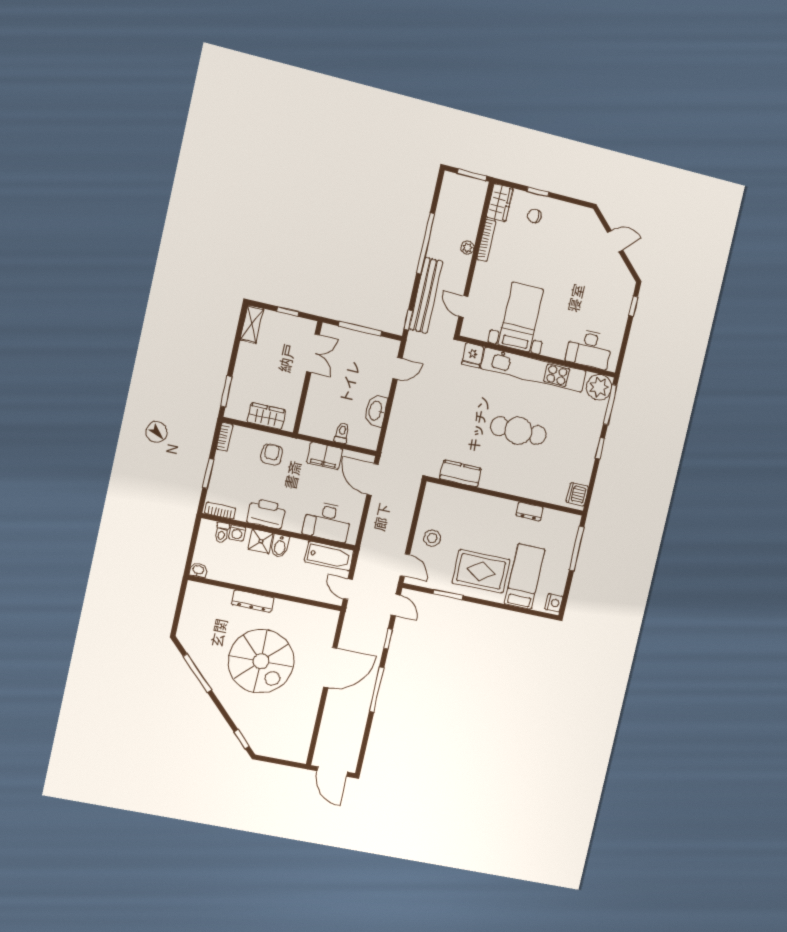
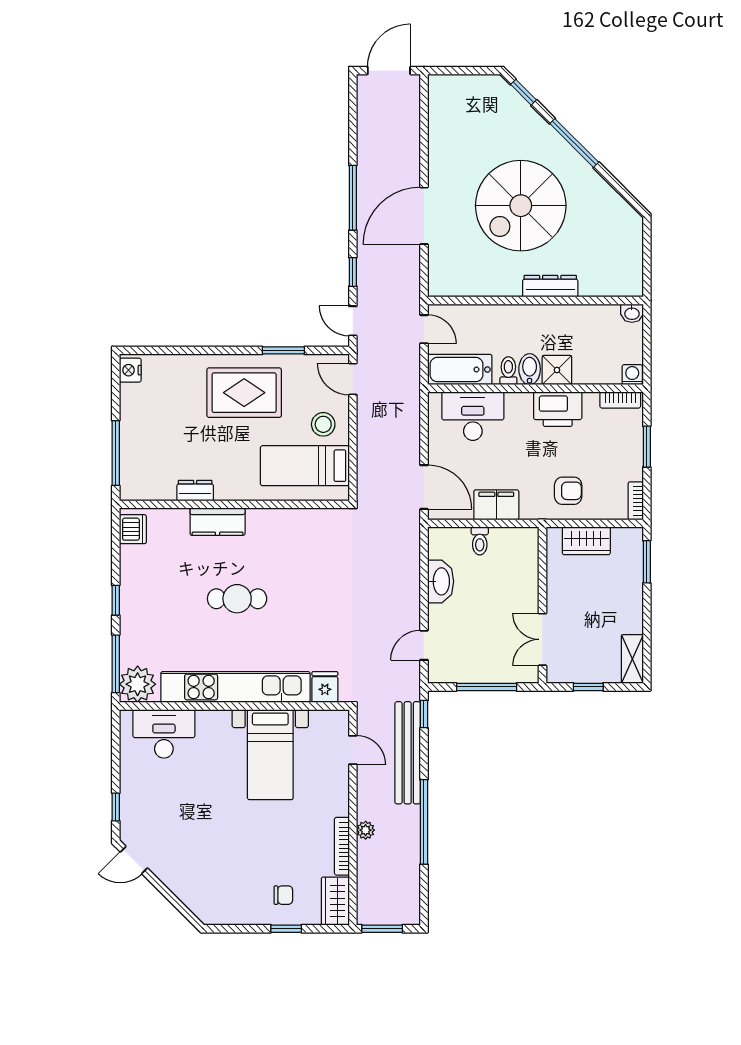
door: (615, 241) -> (134, 860), moved
cafe table: (518, 431) -> (237, 599), width x0.73, depth x0.74
armchair: (272, 454) -> (568, 491), turned -90
kitchen counter: (461, 474) -> (218, 522), moved
toilet: (222, 533) -> (508, 371), moved
washing machine: (237, 533) -> (632, 375), moved
bed: (525, 577) -> (305, 466), moved, turned 90
spiral stairs: (261, 661) -> (521, 206), turned -90
window: (197, 673) -> (574, 143), moved
door: (332, 771) -> (389, 71), hinge flipped

